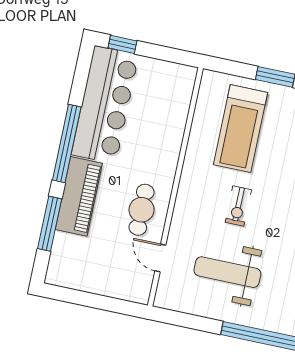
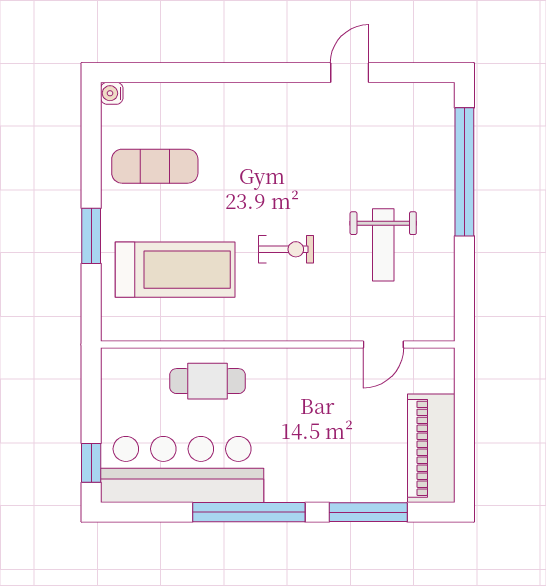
piano: (79, 196) -> (431, 448), moved, turned -90
cafe table: (142, 210) -> (208, 381), moved
weight bench: (227, 272) -> (383, 245), width x0.73, depth x0.75

